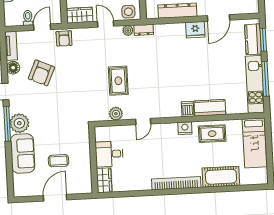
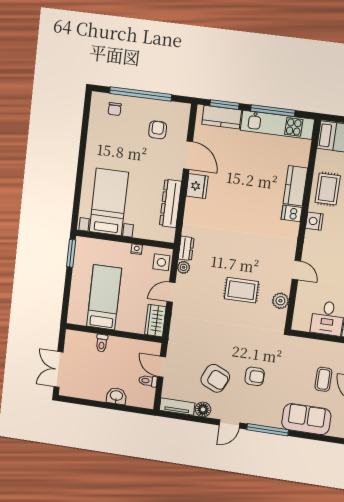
armchair: (64, 38) -> (255, 376), moved
plant: (19, 123) -> (270, 416), removed

